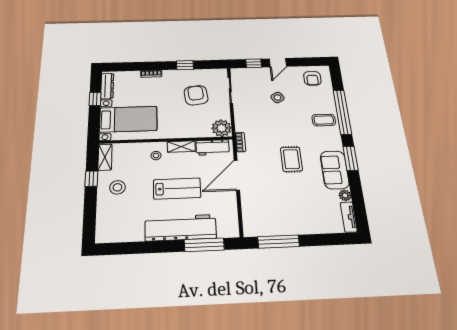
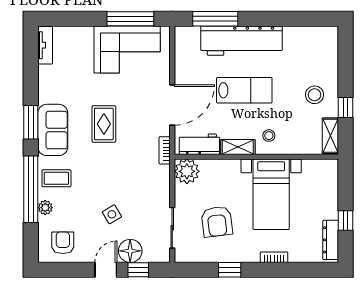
floor lamp: (261, 75) -> (130, 251), added
bed with nightstands: (128, 119) -> (271, 194), moved, turned -90
sofa: (335, 170) -> (53, 130), moved
lab bench: (177, 189) -> (244, 90), turned 180
plant: (345, 195) -> (45, 208), moved
corner sofa: (279, 216) -> (127, 49), added

